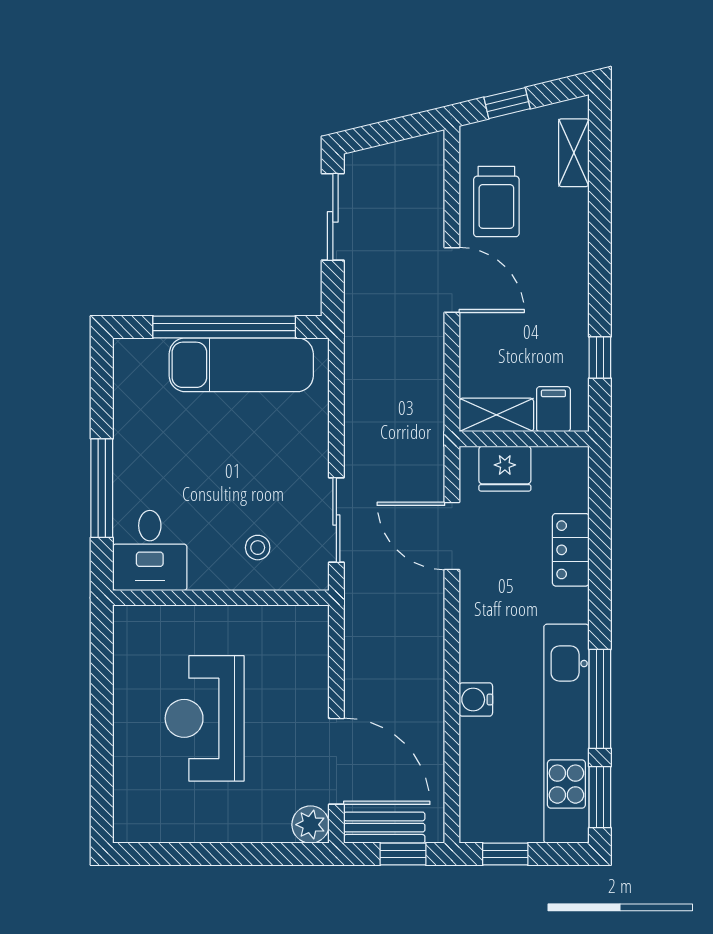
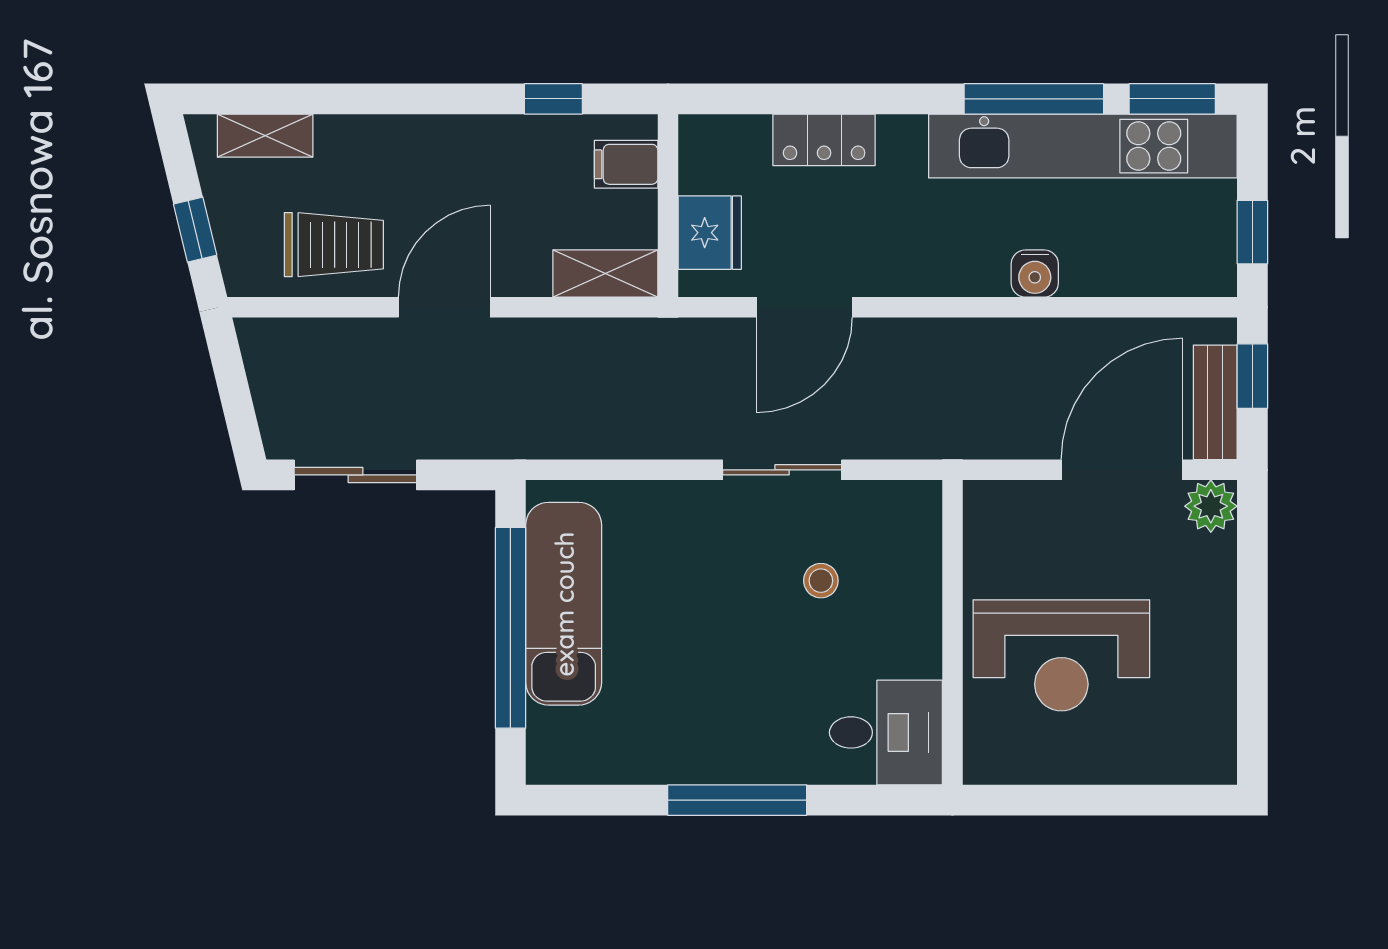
shelving: (496, 415) -> (605, 273), moved, turned 90
desk: (150, 550) -> (886, 732), moved
wall: (221, 598) -> (953, 632), moved

